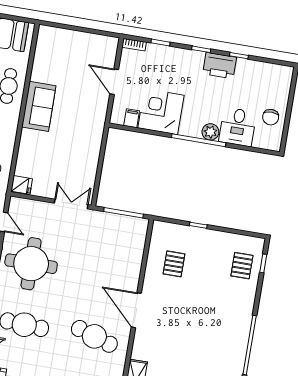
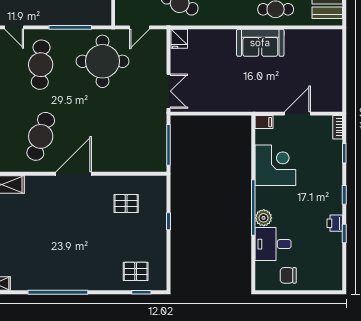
printer: (220, 65) -> (335, 223), width x0.53, depth x0.68
filing cabinet: (132, 118) -> (264, 122), moved

